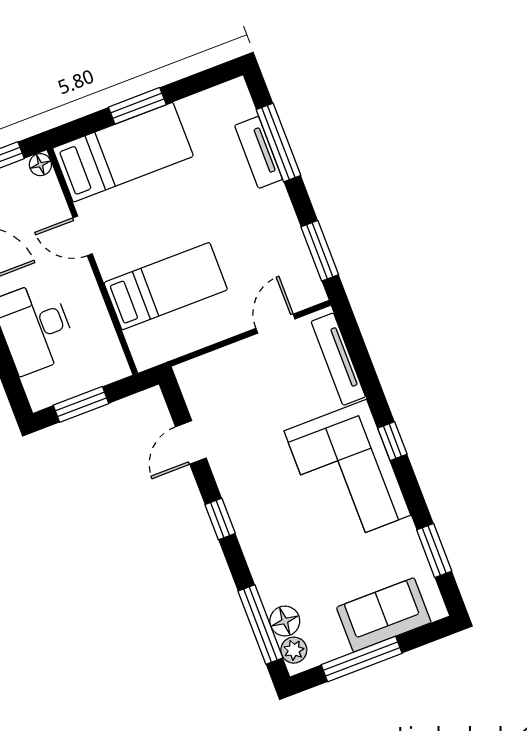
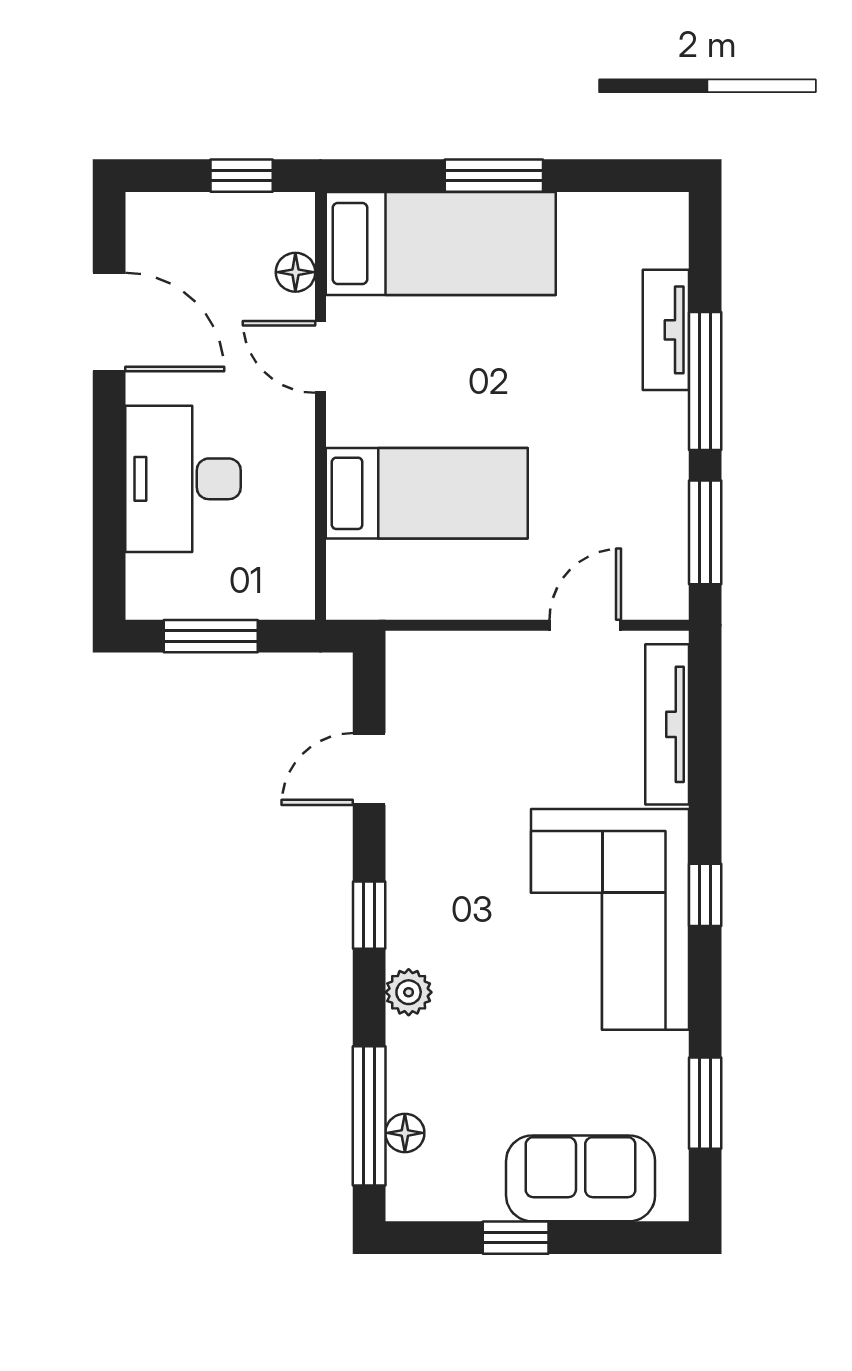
window: (278, 143) -> (705, 381), moved
floor lamp: (40, 165) -> (295, 272), moved
floor lamp: (285, 621) -> (405, 1133), width x0.73, depth x0.73
plant: (294, 650) -> (409, 992), moved
window: (362, 659) -> (516, 1238), width x0.46

